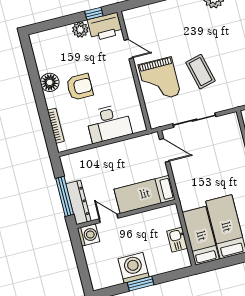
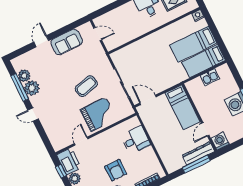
armchair: (80, 87) -> (116, 170), turned 180
desk: (109, 123) -> (136, 140), width x0.73
door: (164, 150) -> (148, 100), hinge flipped

